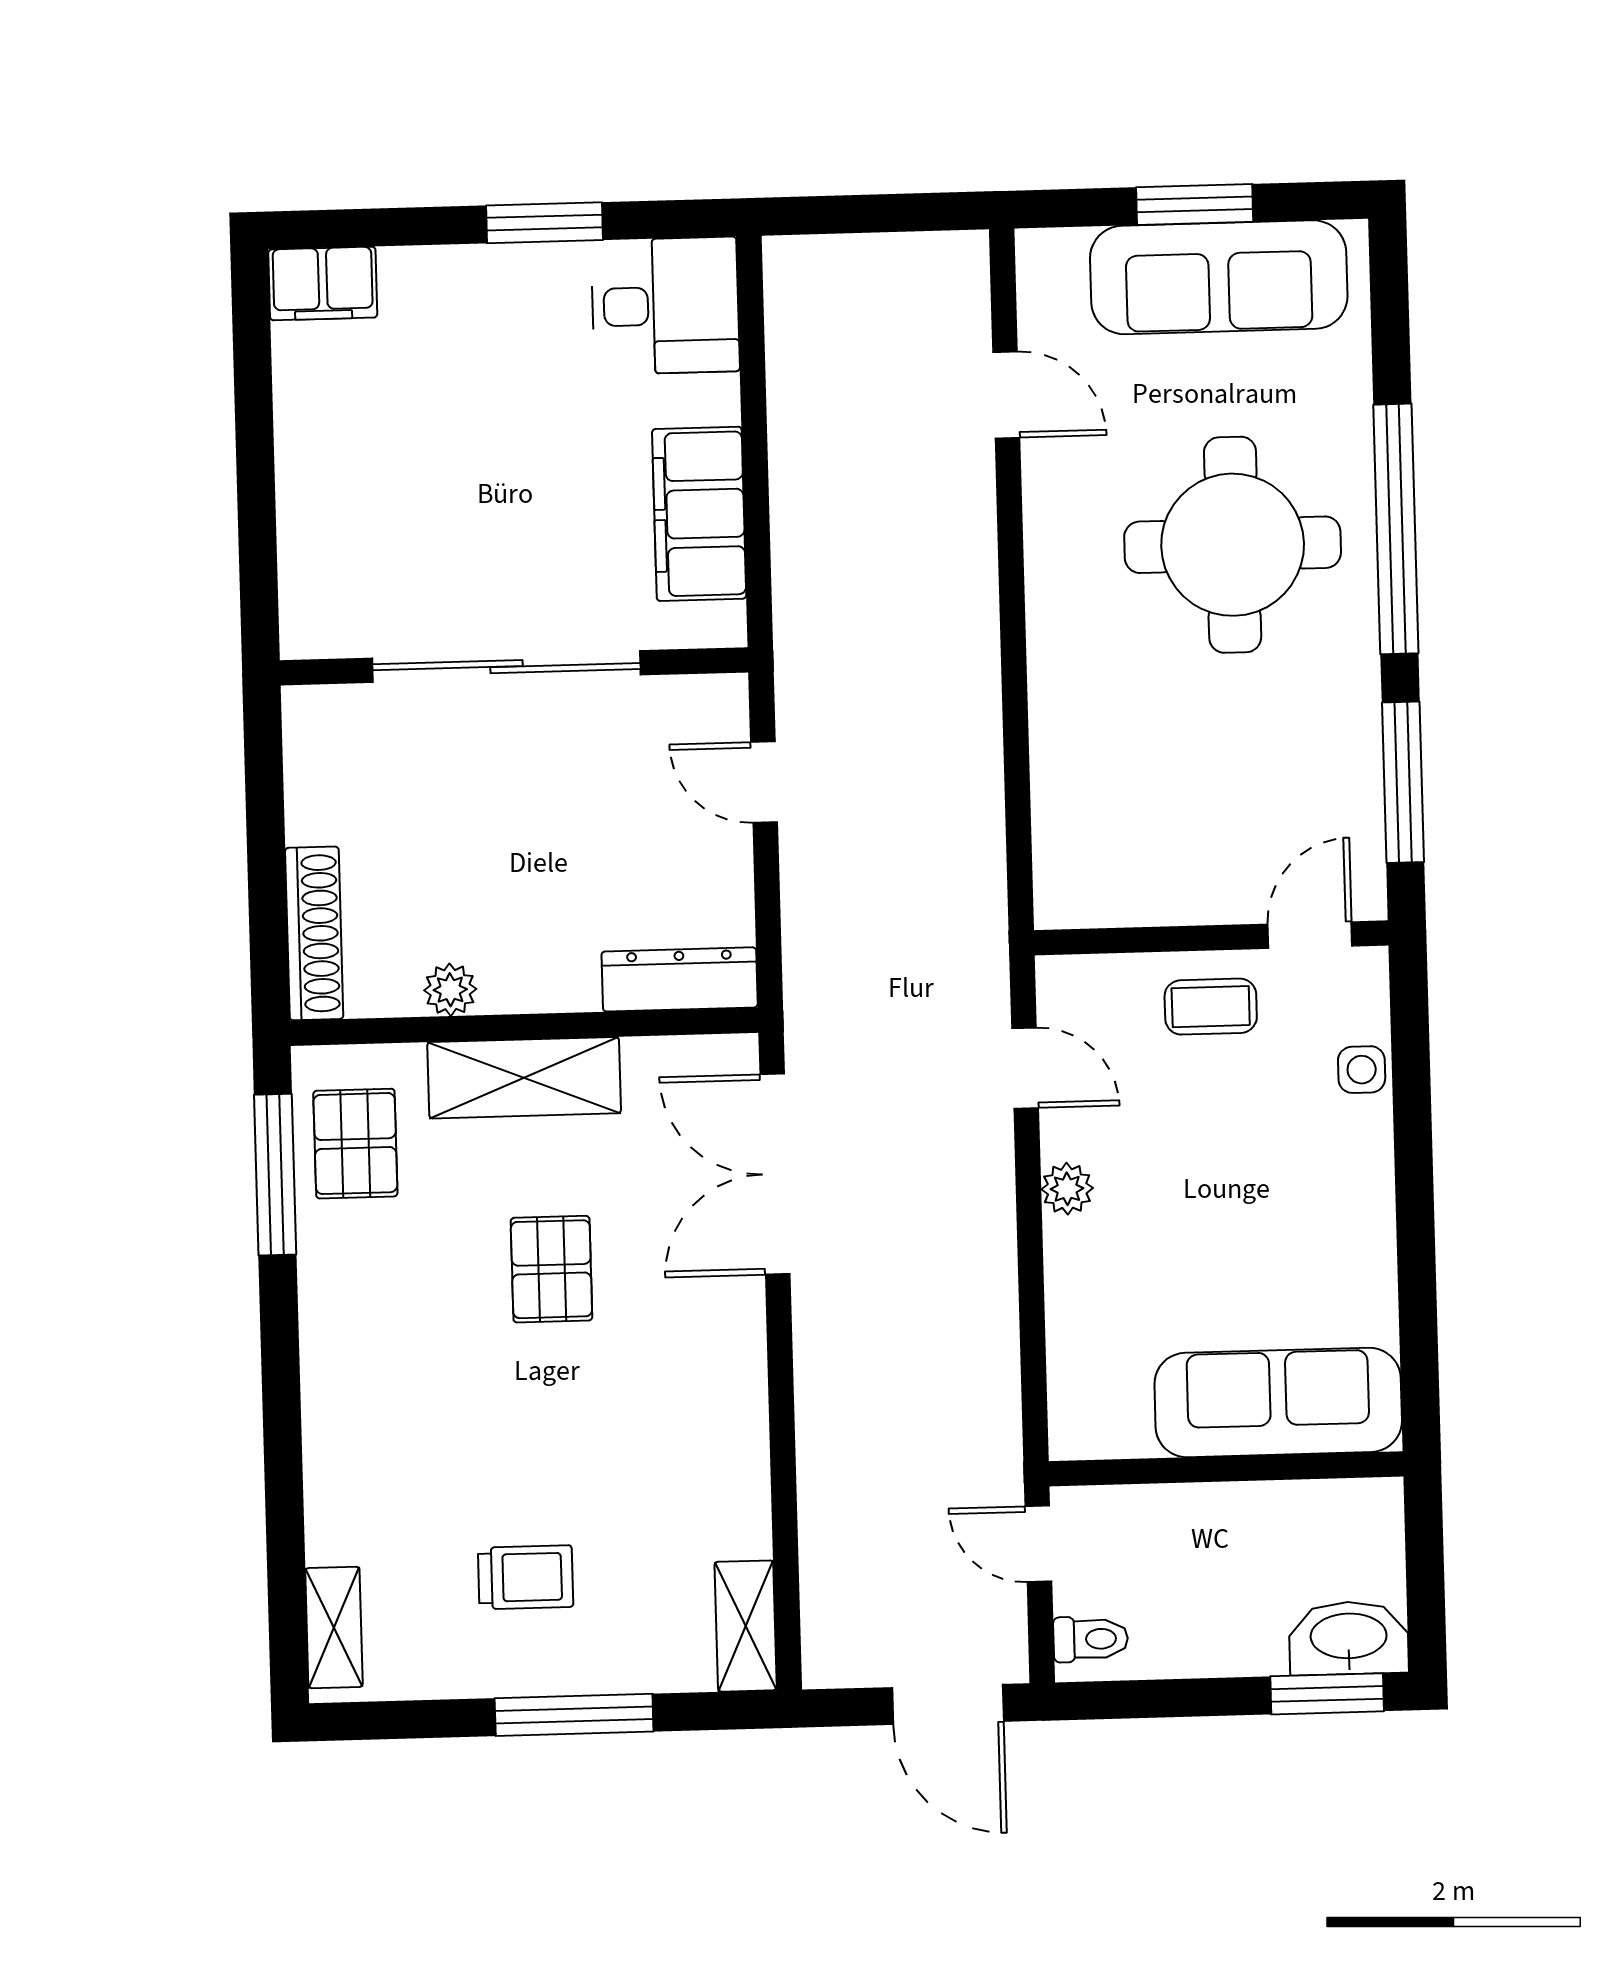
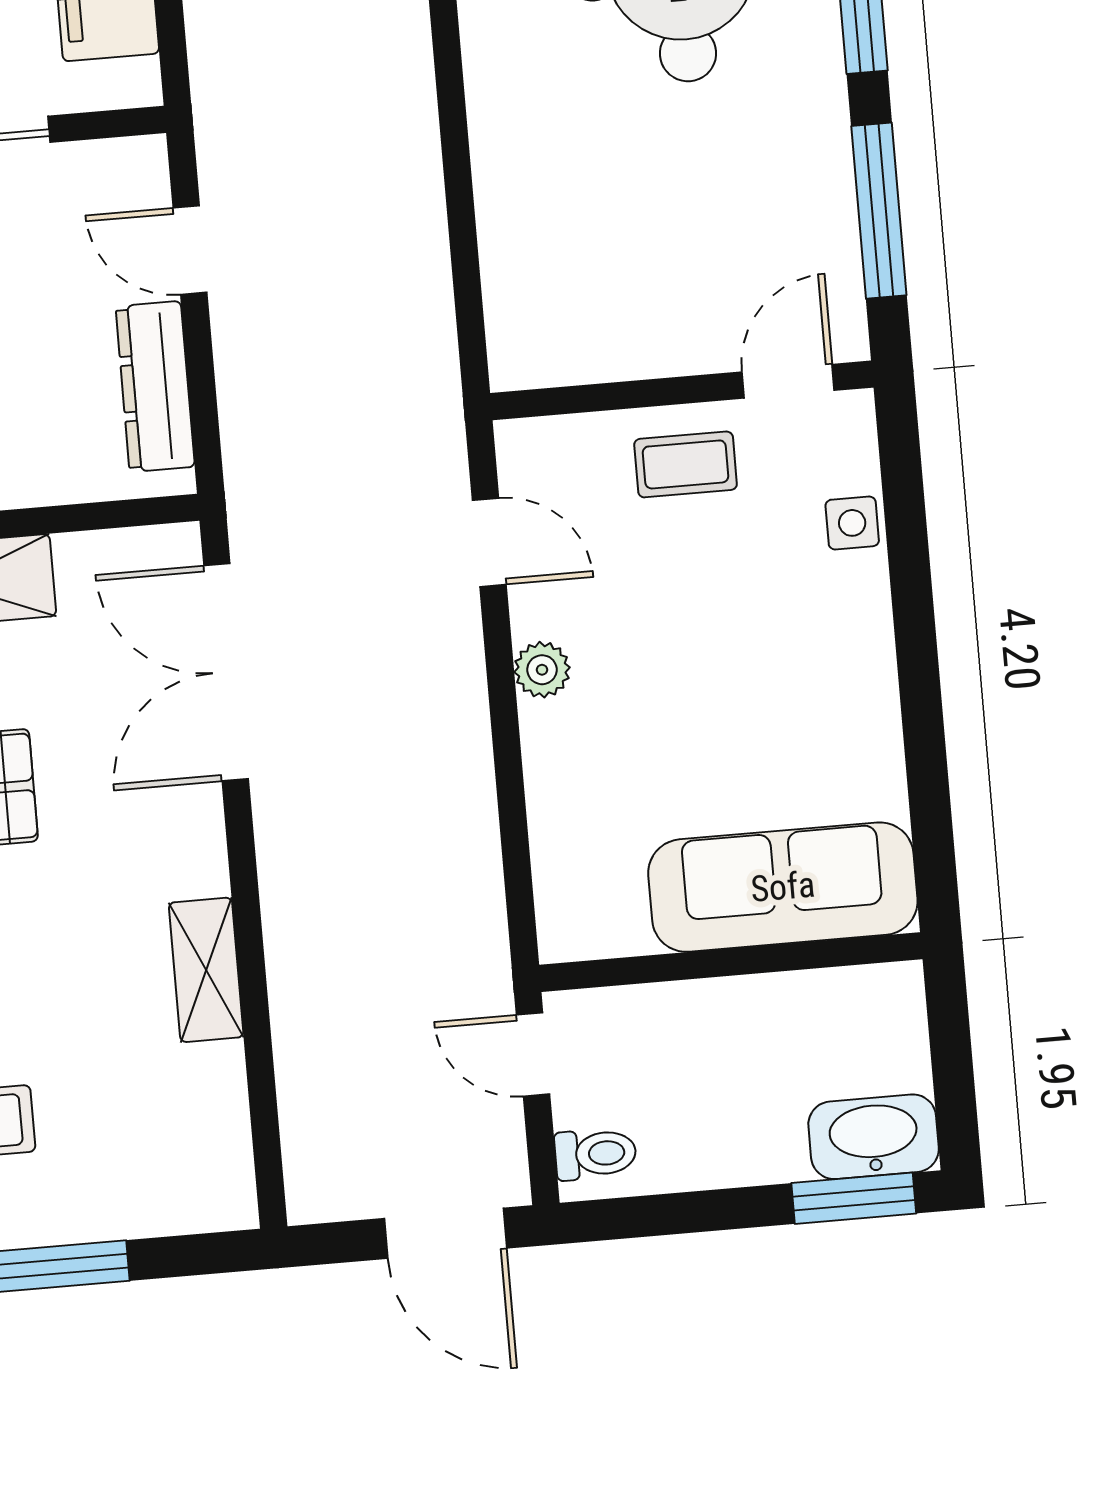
dresser: (680, 979) -> (155, 387), moved, turned -90
shelving: (746, 1626) -> (206, 970), moved

